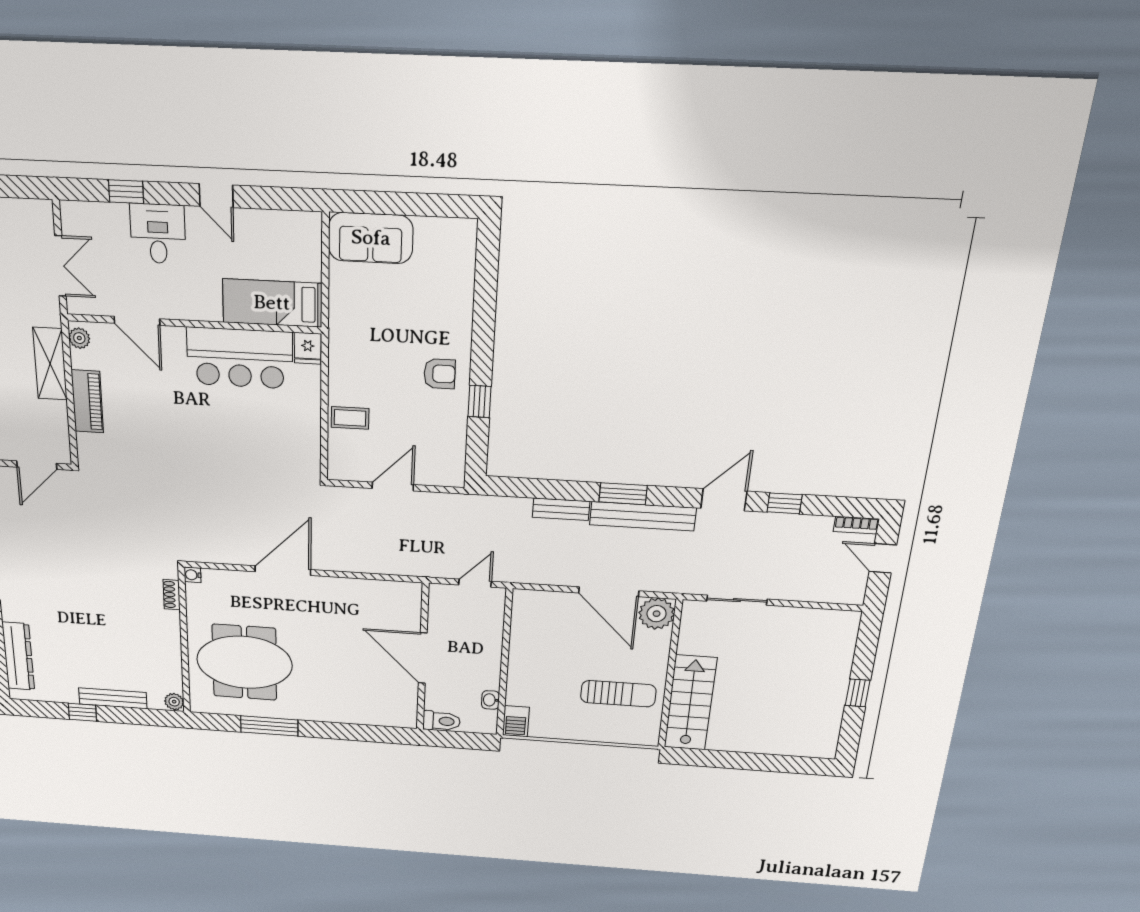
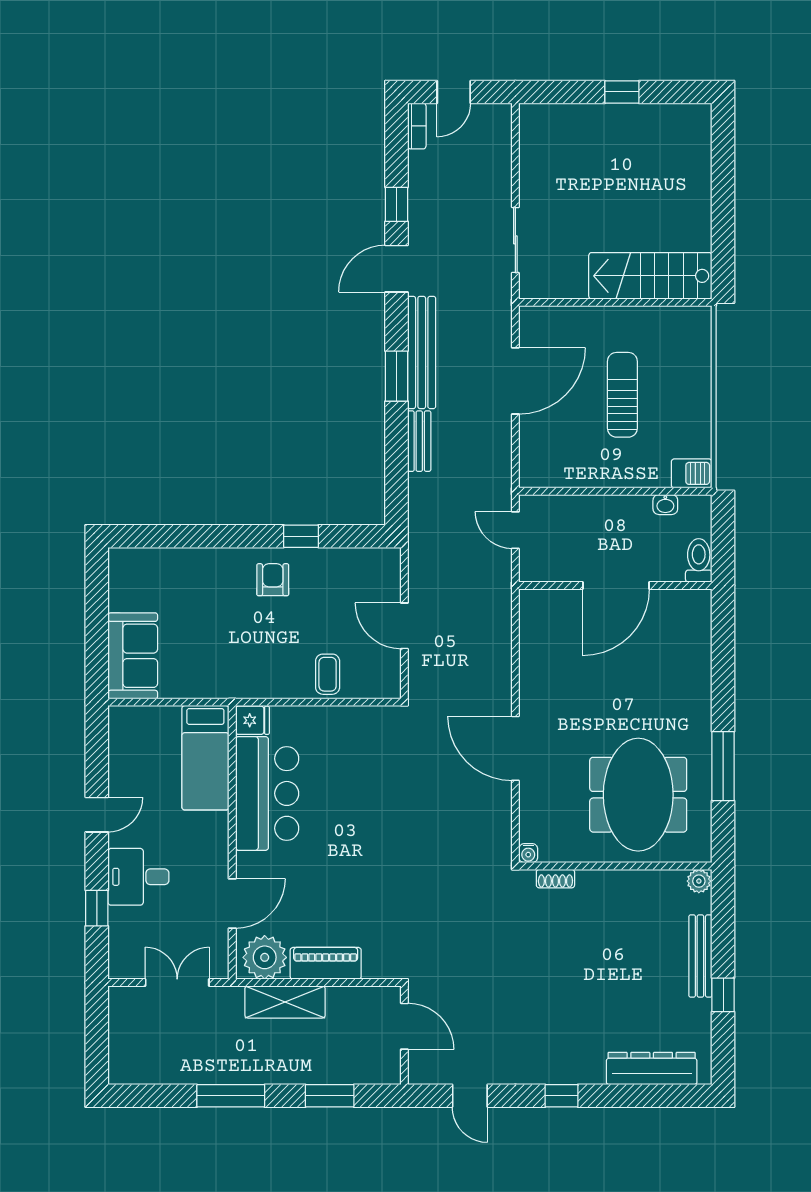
plant: (79, 338) -> (265, 957), width x1.87, depth x1.87
door: (724, 500) -> (397, 269), hinge flipped
plant: (657, 614) -> (539, 326), removed
sun lounger: (618, 694) -> (622, 395), moved

